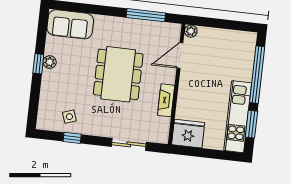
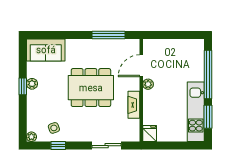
plant: (191, 31) -> (148, 84), moved
dining table: (118, 74) -> (91, 88), turned 90
plant: (42, 124) -> (31, 137), added
fridge: (188, 134) -> (150, 134), width x0.53, depth x0.75

